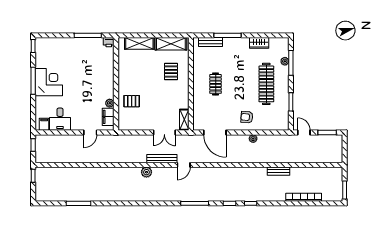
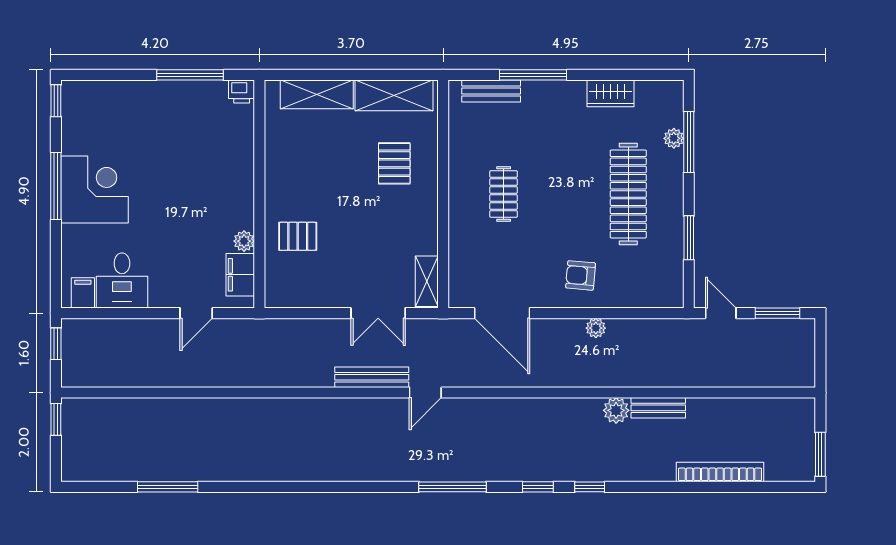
plant: (146, 172) -> (616, 410), moved

